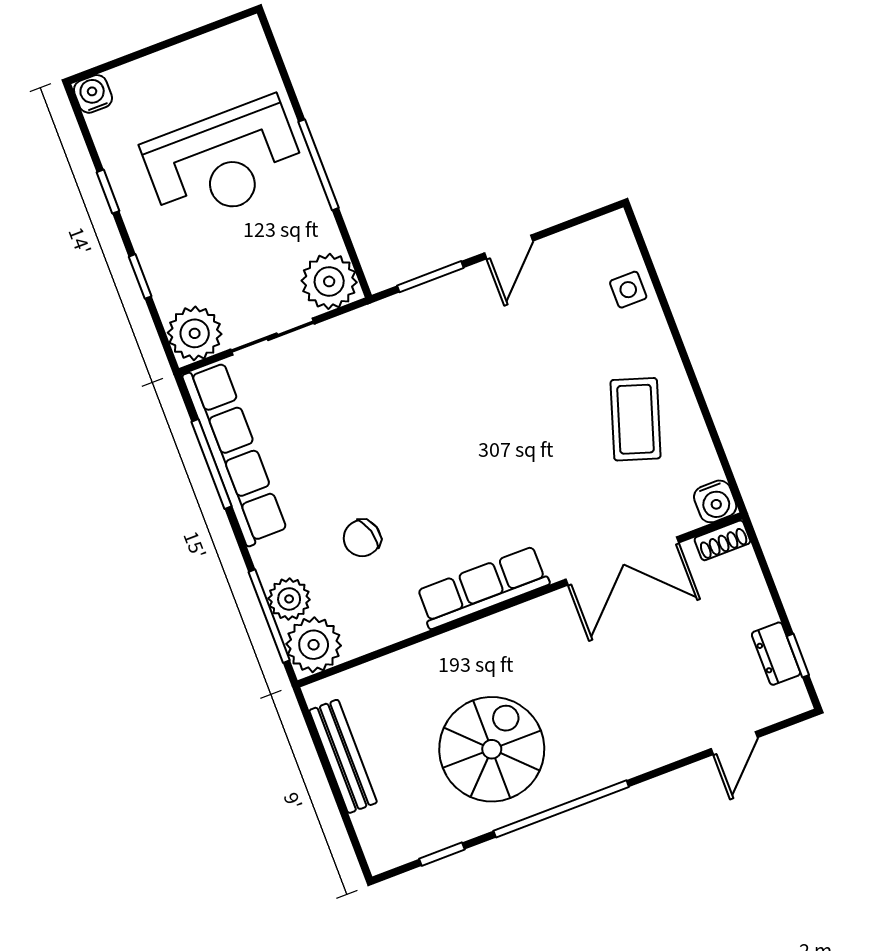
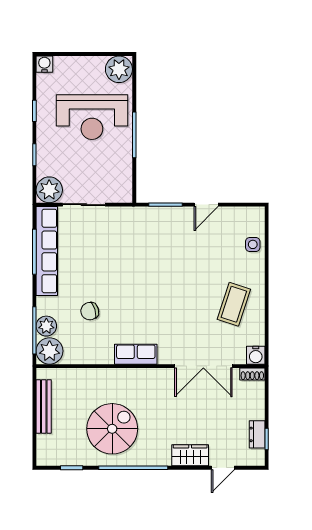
plant: (329, 281) -> (119, 69), moved
row of seats: (483, 588) -> (136, 354), width x0.68
wardrobe: (662, 743) -> (190, 455), added

